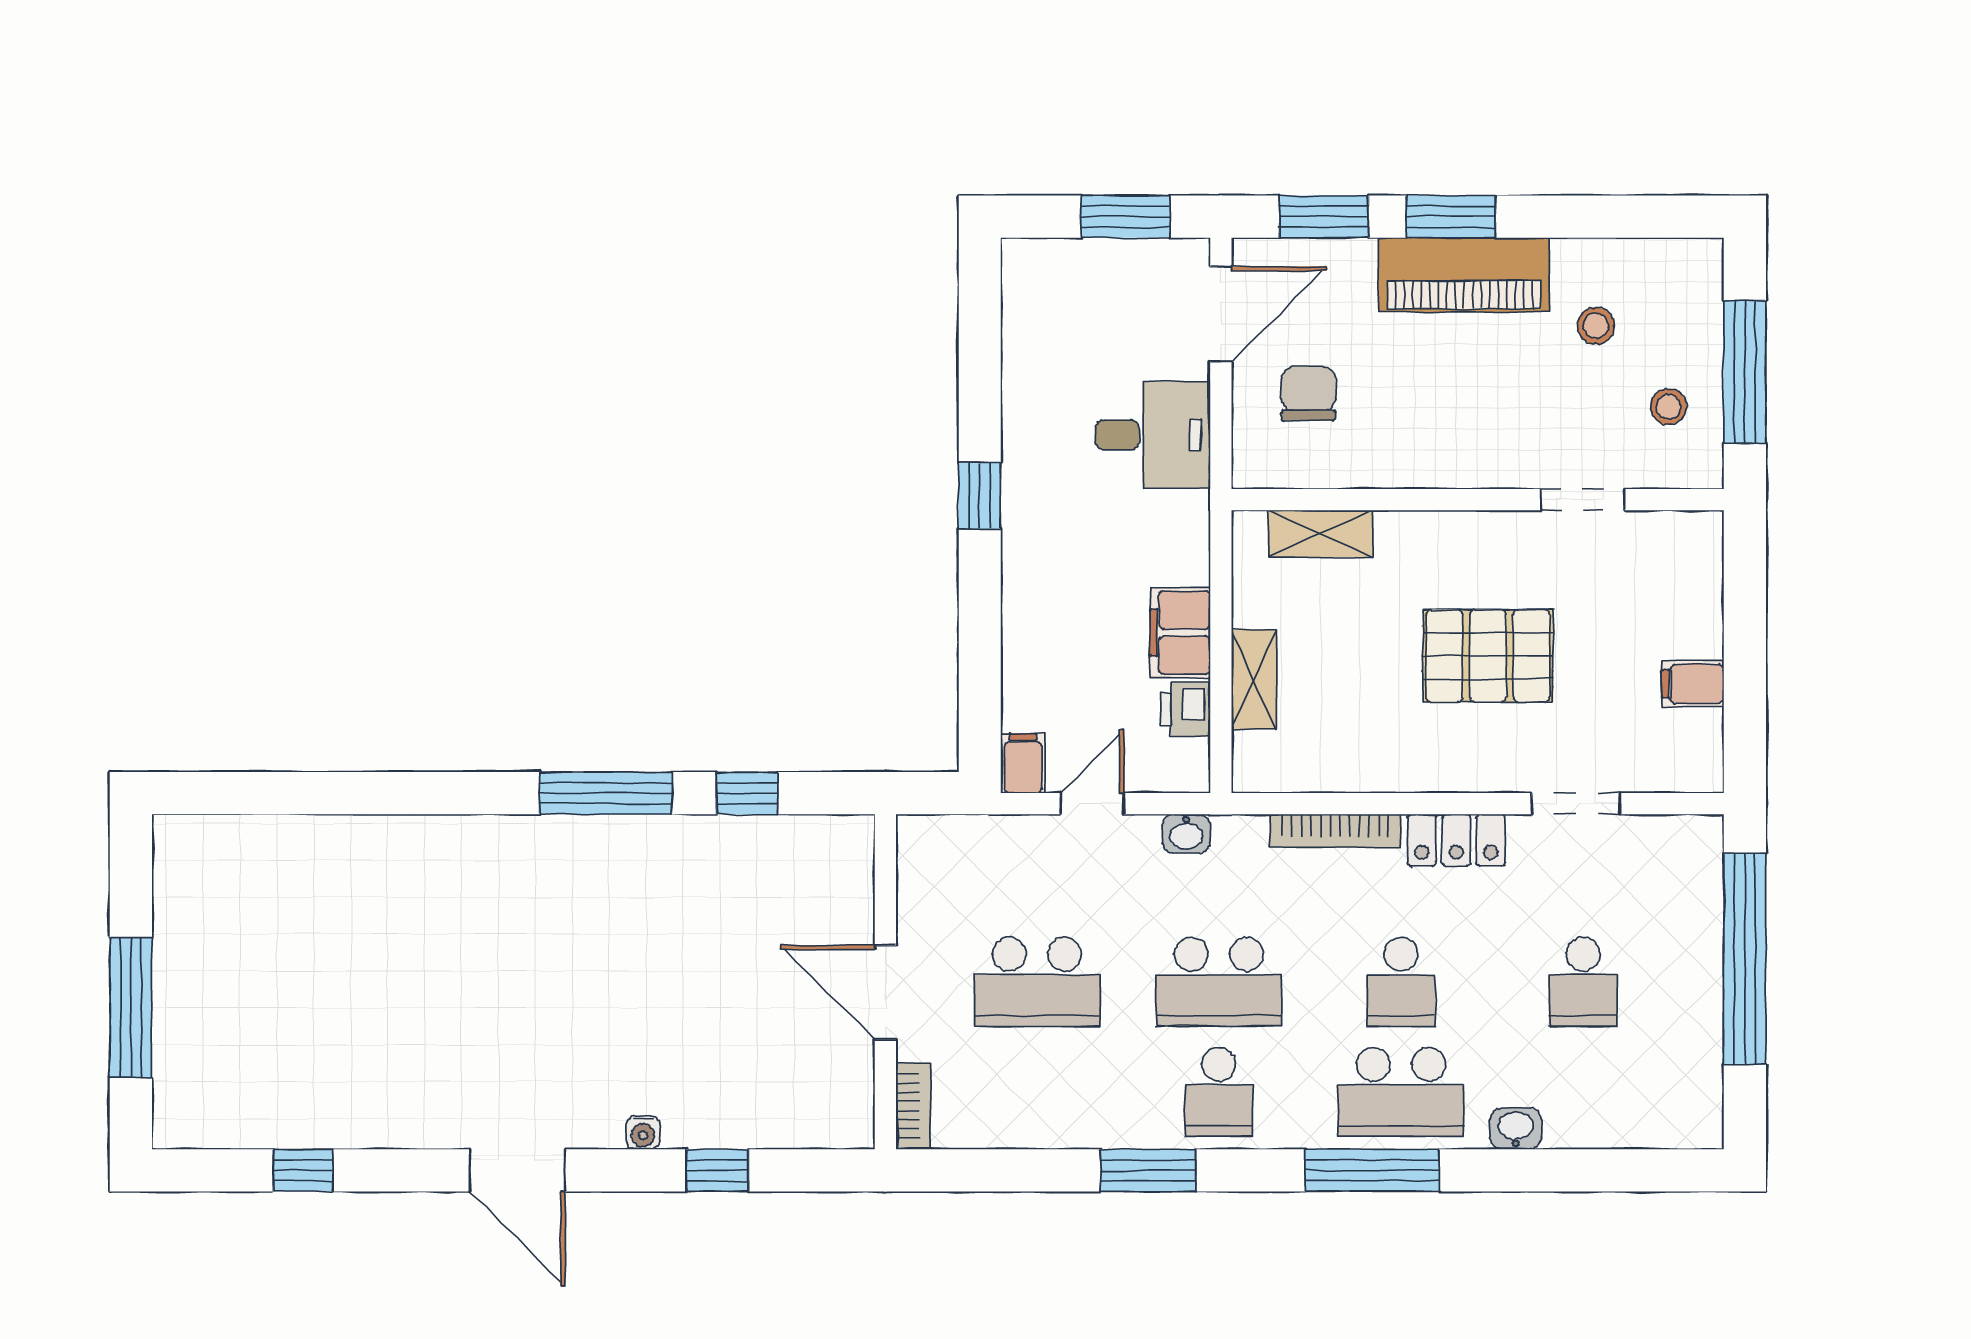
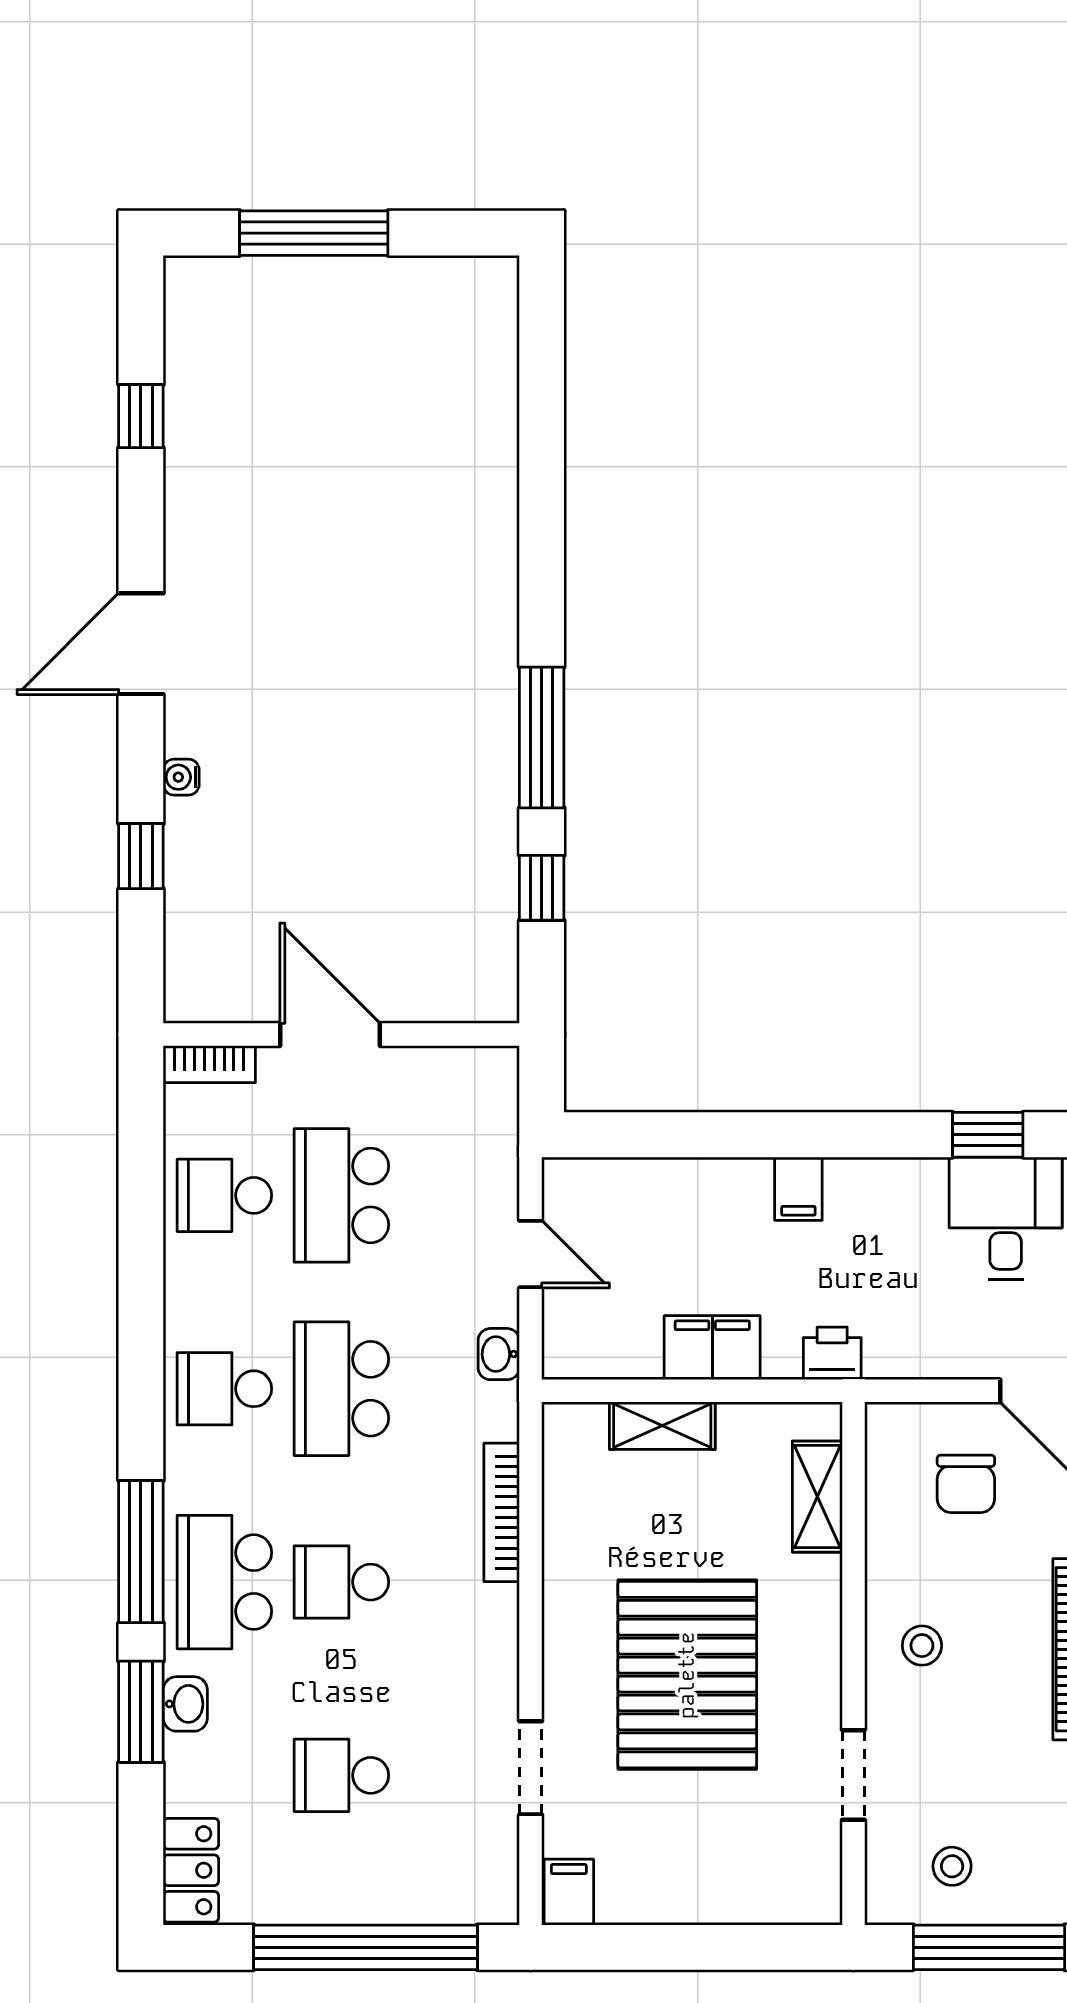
stool: (1596, 326) -> (922, 1646), moved
chair: (1308, 394) -> (966, 1484), turned 90
desk: (1153, 435) -> (1006, 1218), moved, turned 180
window: (980, 496) -> (988, 1135), moved
pallet: (1488, 656) -> (687, 1675), width x1.37, depth x1.41
filing cabinet: (1693, 684) -> (569, 1892), moved
printer: (1186, 709) -> (832, 1353), moved
filing cabinet: (1023, 763) -> (798, 1189), moved, turned 90
locker: (1456, 840) -> (191, 1870), moved, turned 180
door: (885, 992) -> (330, 1035), hinge flipped
school desk: (1037, 1092) -> (224, 1195), added
window: (1148, 1170) -> (141, 1712), moved

